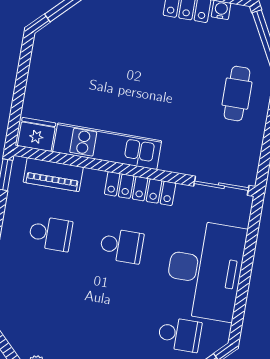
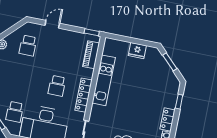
fridge: (37, 134) -> (137, 51), moved, turned 90
school desk: (51, 234) -> (28, 46), moved

